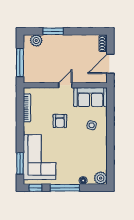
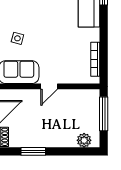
window: (53, 31) -> (33, 151), moved
armchair: (60, 121) -> (56, 43), removed

